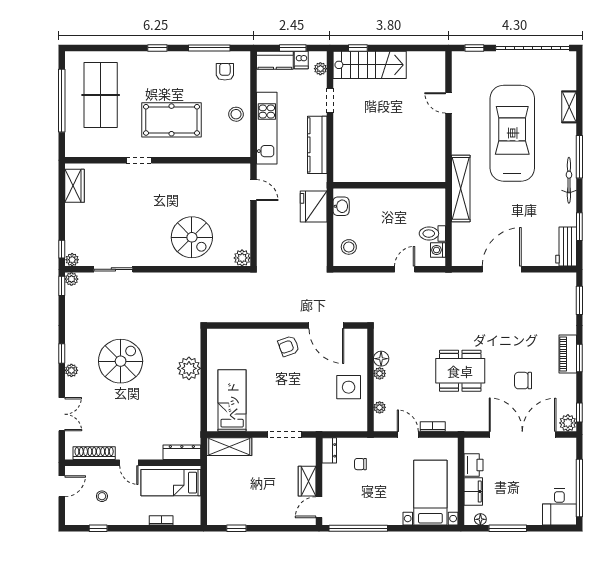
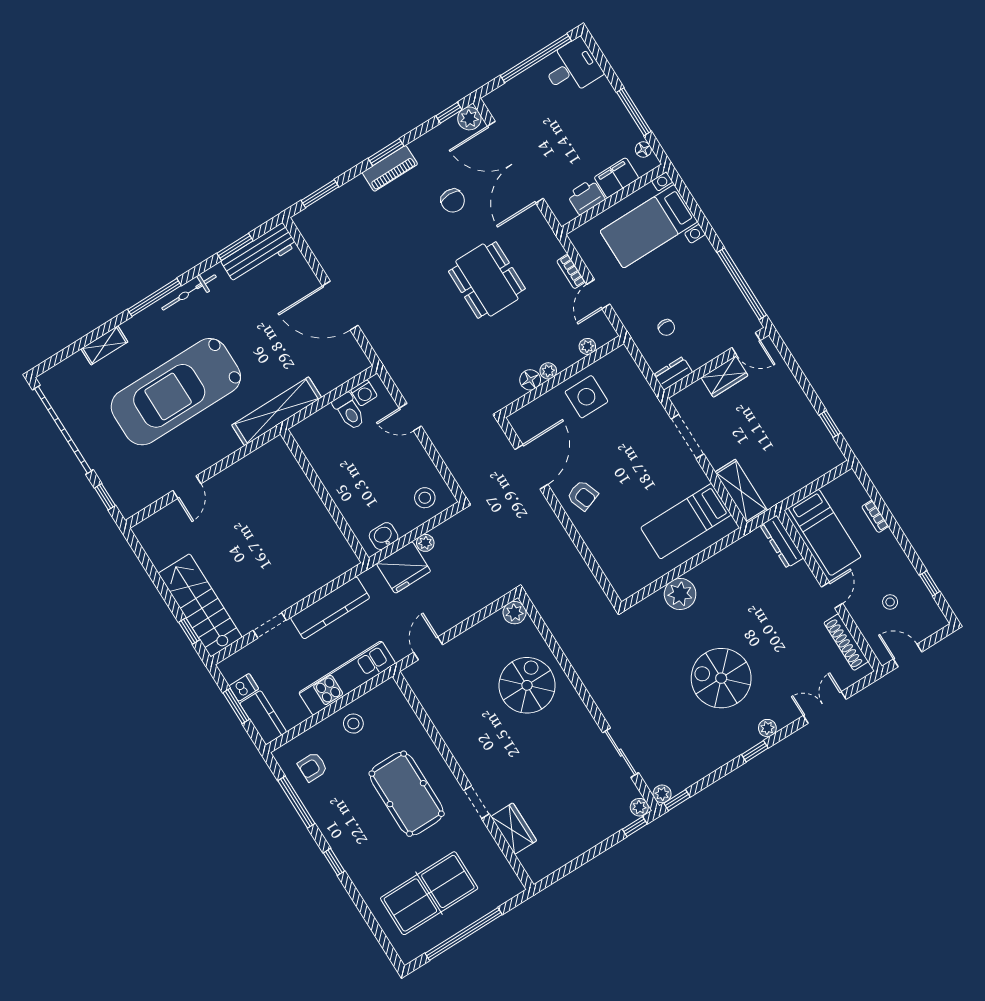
plant: (320, 69) -> (425, 543), moved
wardrobe: (75, 186) -> (514, 829), moved, turned 90
workbench: (566, 247) -> (259, 253), width x1.38

